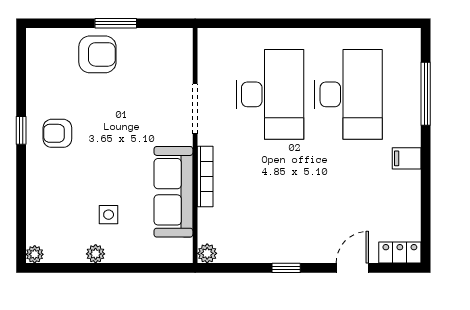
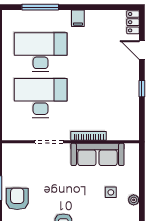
plant: (207, 253) -> (133, 135), removed

